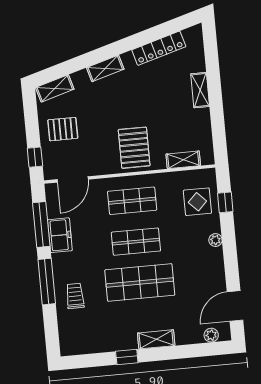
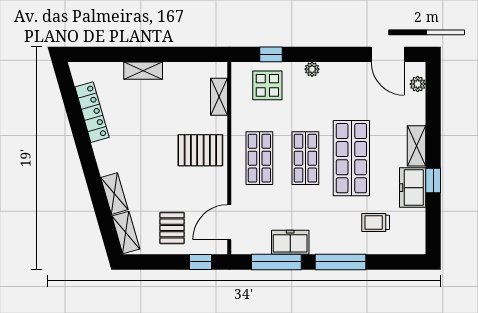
shelving: (105, 68) -> (114, 194), moved
door: (73, 179) -> (229, 222), swing flipped
trolley: (75, 296) -> (376, 222), moved
freezer: (119, 339) -> (413, 188), added

